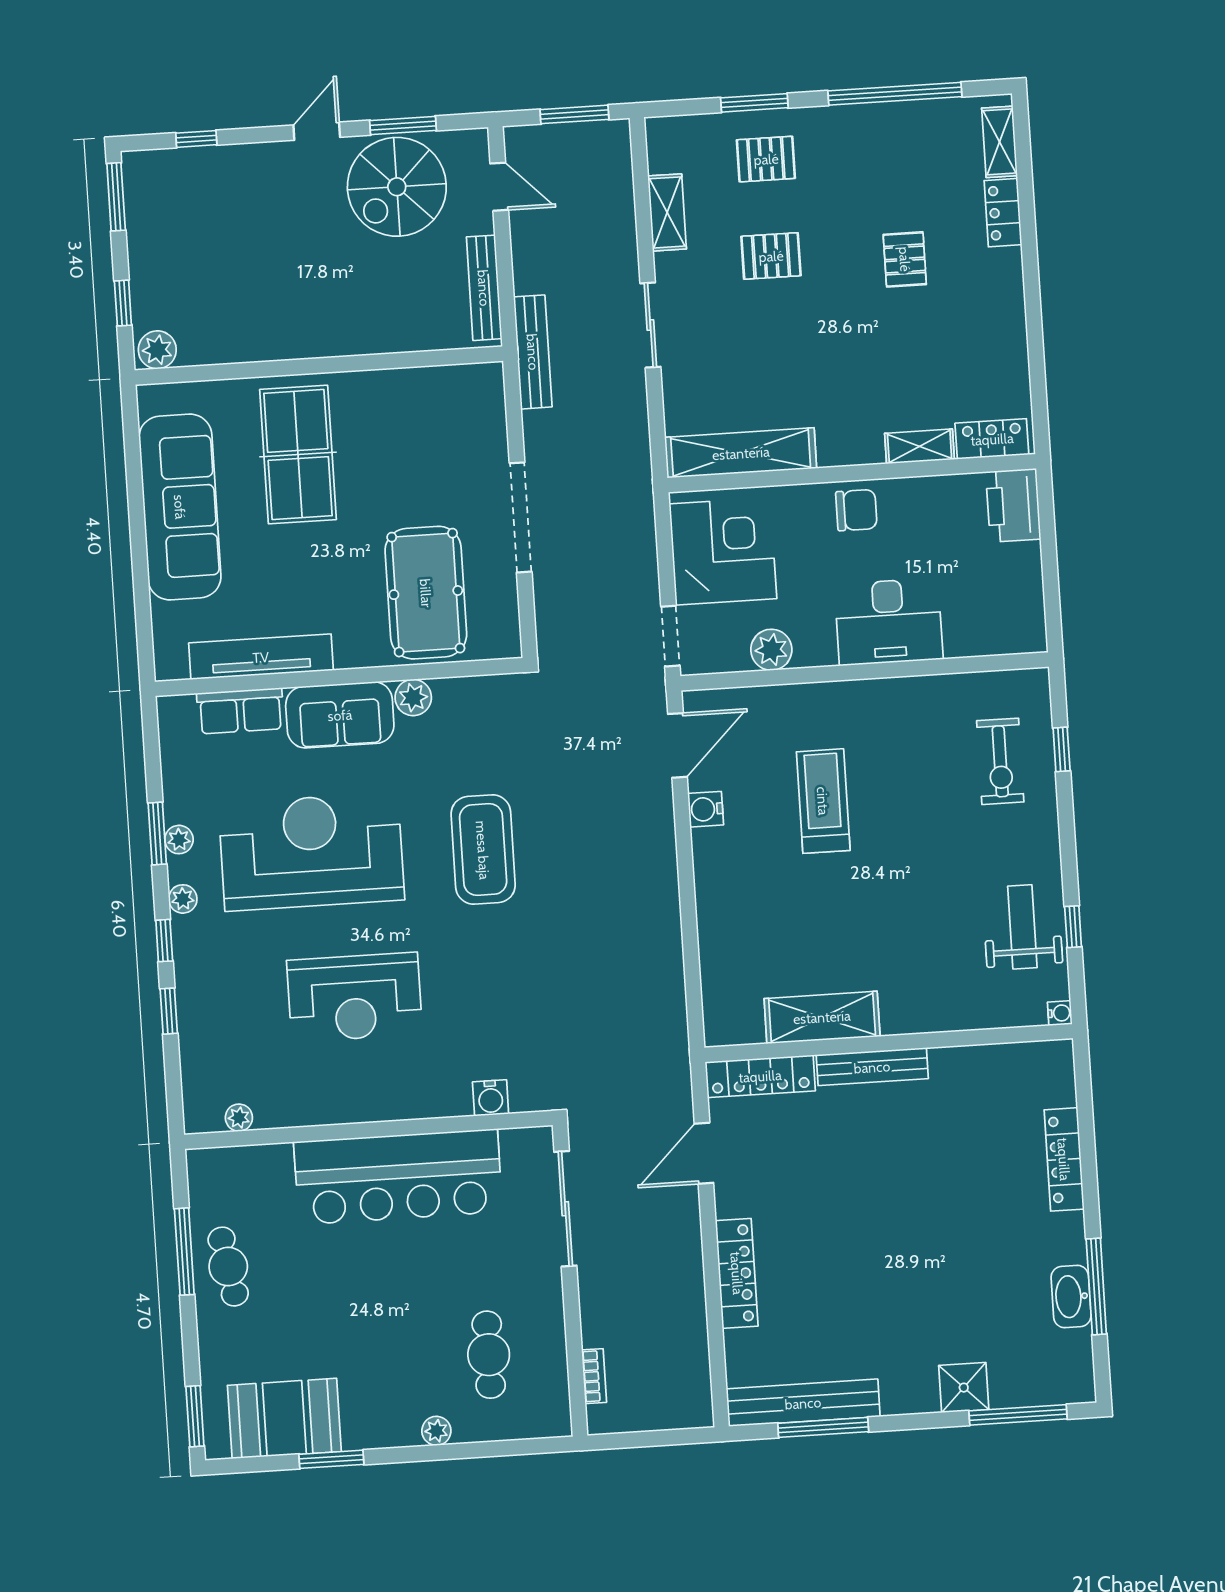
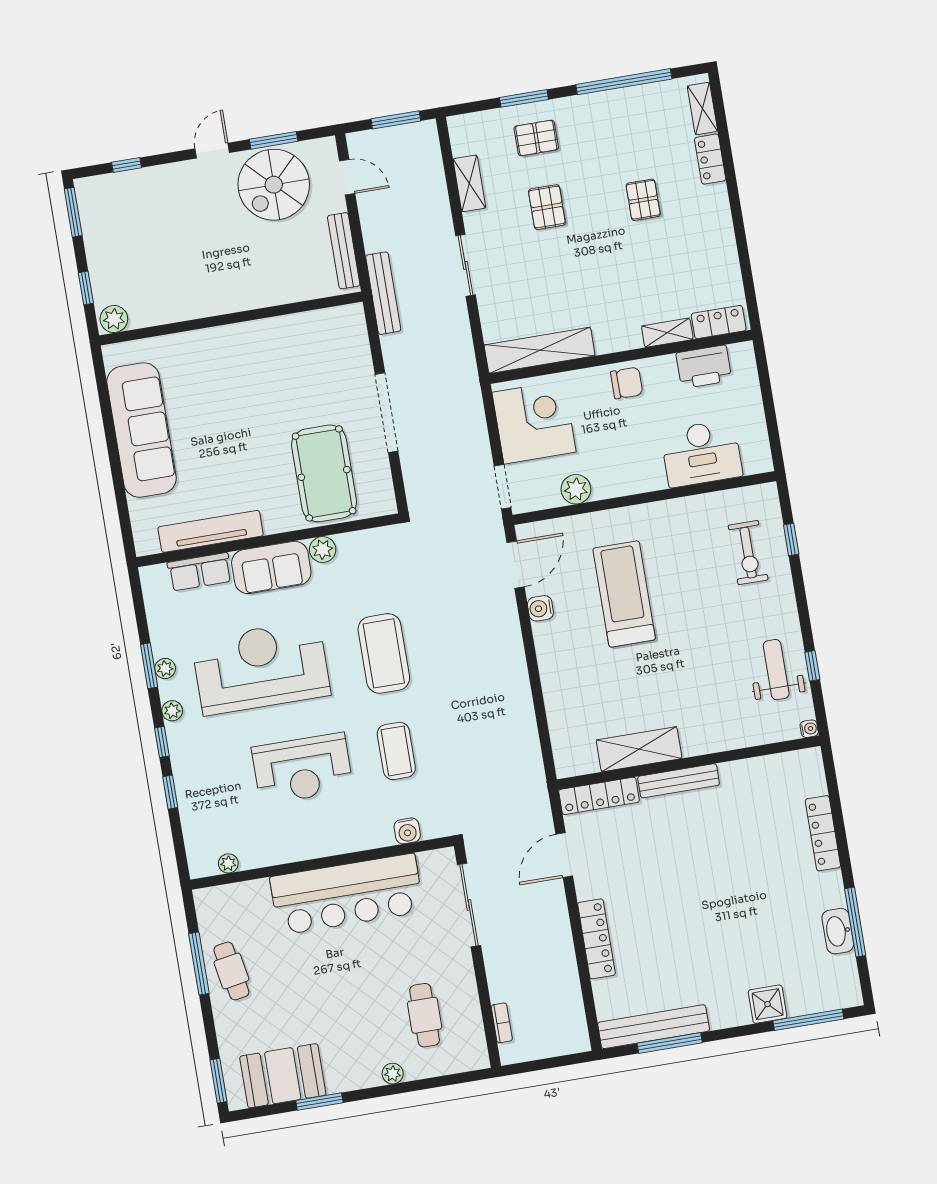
pallet: (771, 256) -> (547, 207), turned 90
table tennis table: (298, 454) -> (222, 384), removed
printer: (1013, 505) -> (704, 367), moved, turned -90
desk: (889, 622) -> (702, 453), moved
treadmill: (823, 801) -> (624, 594), width x1.37, depth x1.38
coffee table: (487, 986) -> (396, 751), added

